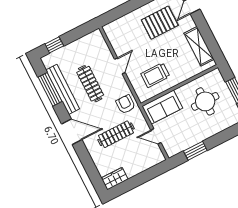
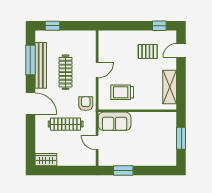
pallet: (160, 23) -> (148, 51), width x0.67, depth x0.71
round table: (205, 101) -> (152, 135), removed

